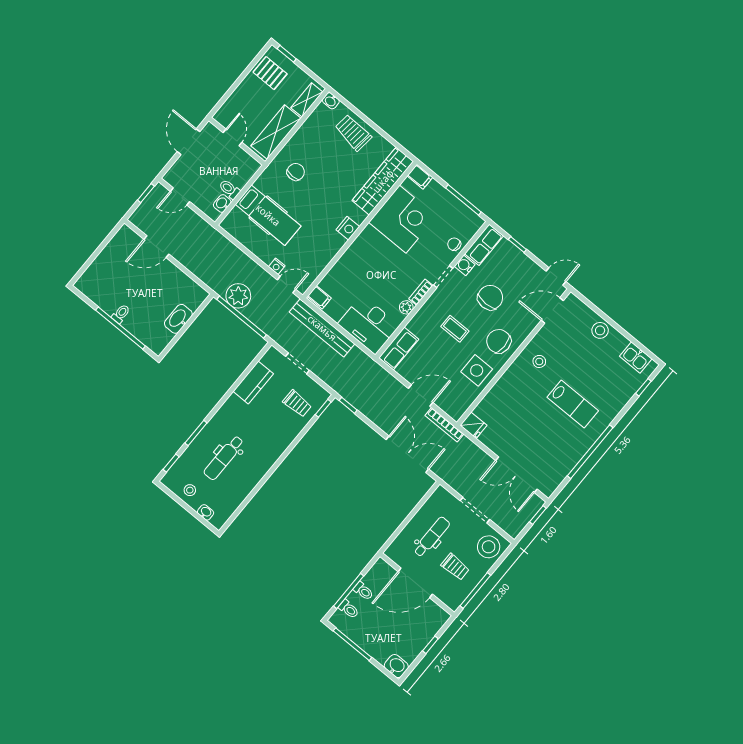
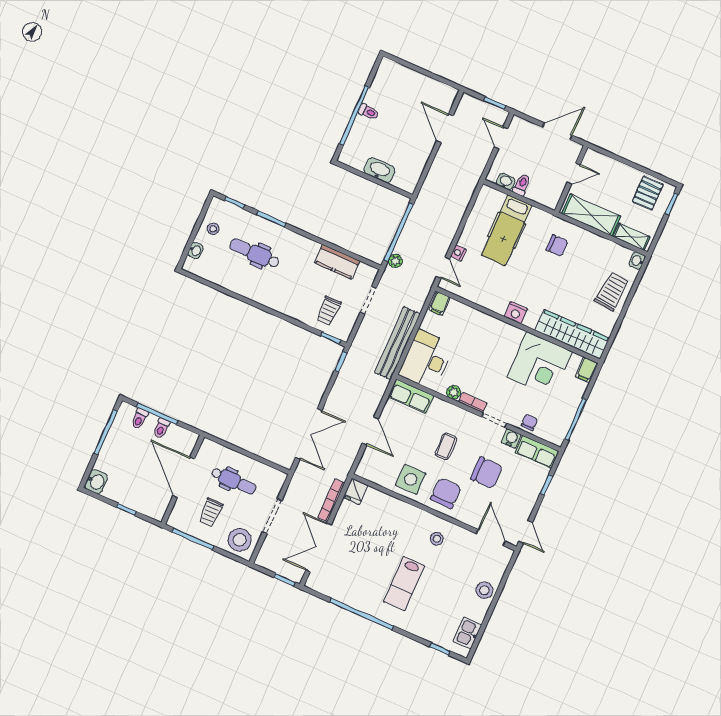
plant: (238, 296) -> (395, 261), moved, width x0.53, depth x0.53
bench: (322, 328) -> (397, 343), moved
bookcase: (444, 425) -> (331, 500), moved

